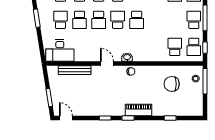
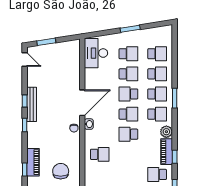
school desk: (80, 20) -> (128, 74), turned 180
school desk: (175, 47) -> (100, 154), moved
door: (107, 64) -> (82, 103), width x1.87
bench: (75, 70) -> (32, 104), moved
piano: (139, 110) -> (33, 162), moved
door: (66, 118) -> (25, 59), hinge flipped

